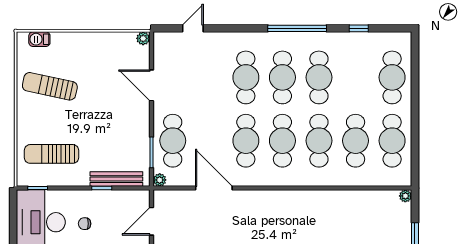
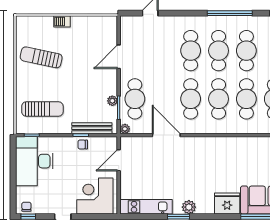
plant: (143, 38) -> (112, 101), moved
barbecue: (39, 39) -> (62, 21), moved
door: (152, 85) -> (119, 57), hinge flipped
sun lounger: (52, 154) -> (42, 109), turned 180
chair: (85, 224) -> (83, 145), moved

